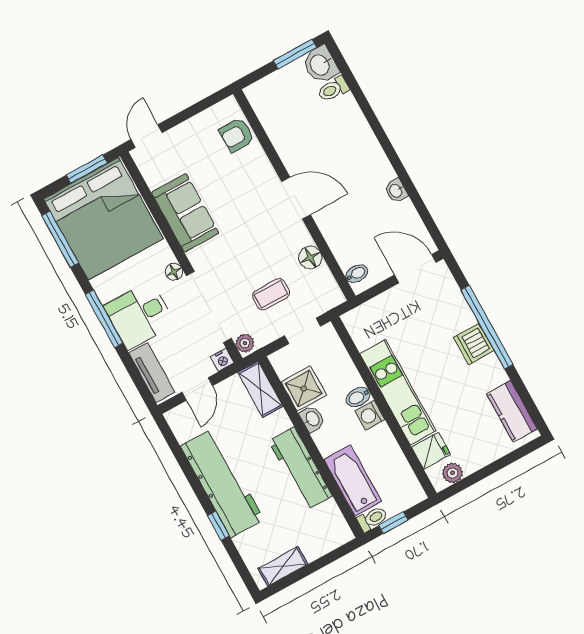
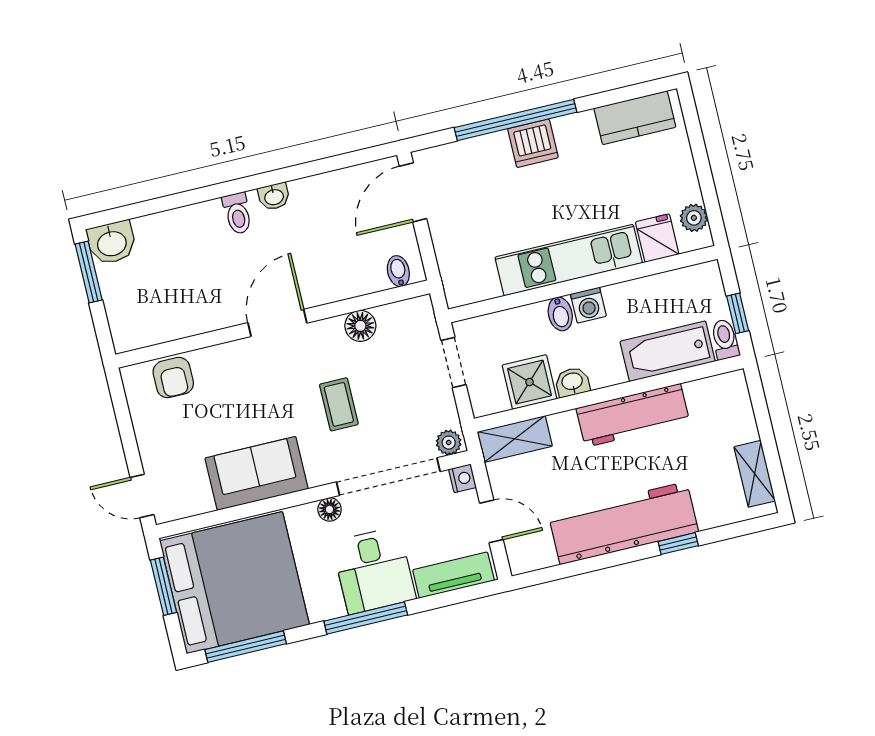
toilet: (333, 89) -> (237, 213), moved
washbasin: (396, 191) -> (274, 196), moved
coffee table: (271, 294) -> (339, 404), moved

